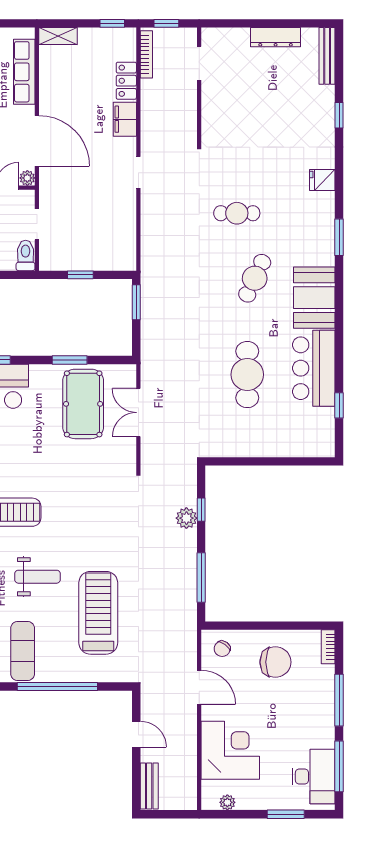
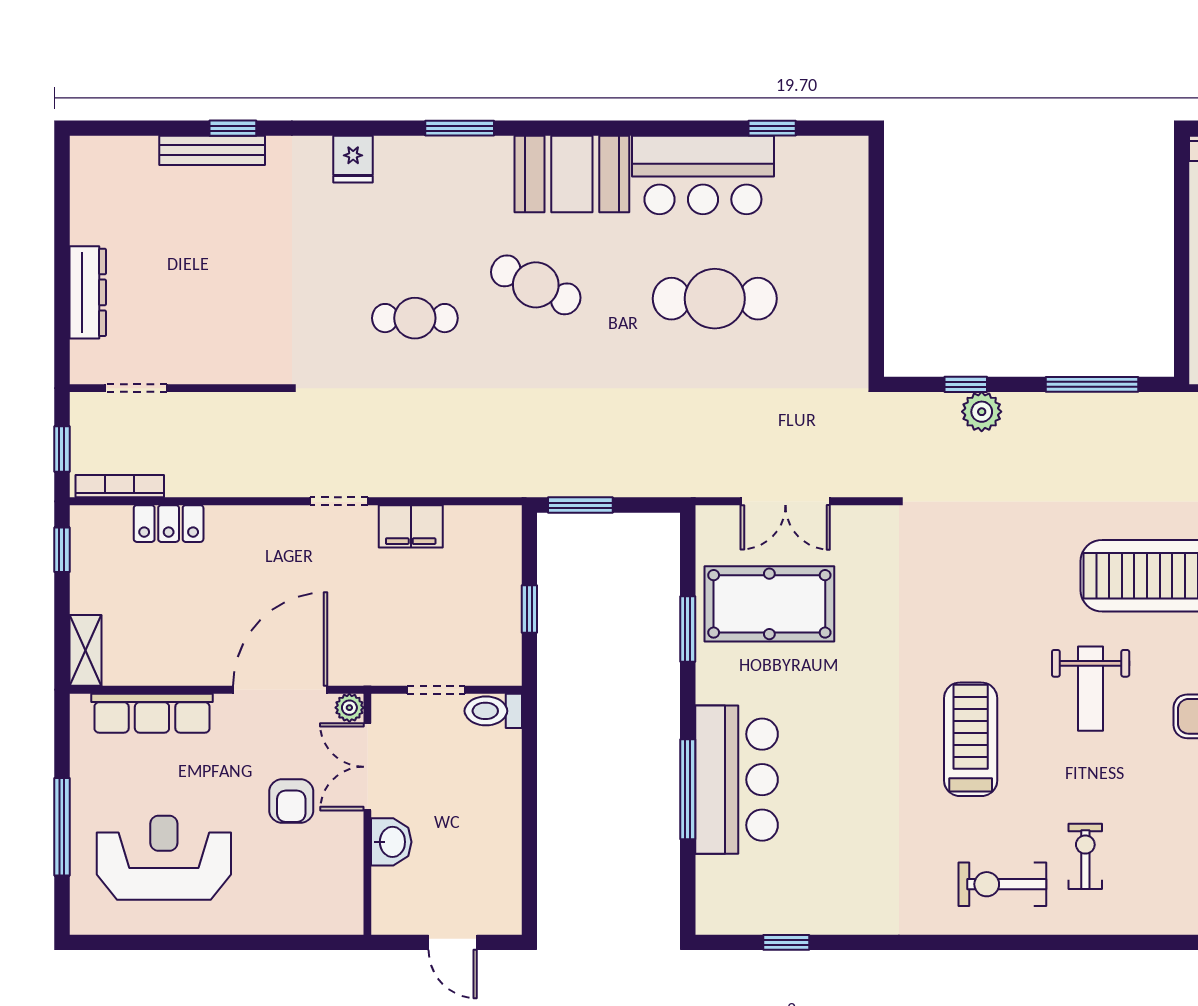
dresser: (276, 37) -> (88, 292), moved
bench: (327, 56) -> (212, 150), moved
filing cabinet: (125, 119) -> (411, 526), moved
cafe table: (237, 213) -> (415, 318), turned 90
weight bench: (37, 577) -> (1091, 689), turned 180

